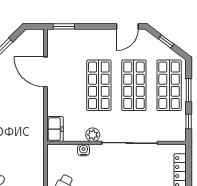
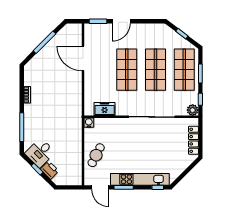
door: (127, 26) -> (121, 21), moved
freezer: (55, 129) -> (105, 109), moved, turned -90
plant: (93, 135) -> (193, 110), moved
water cooler: (84, 150) -> (89, 123), moved

